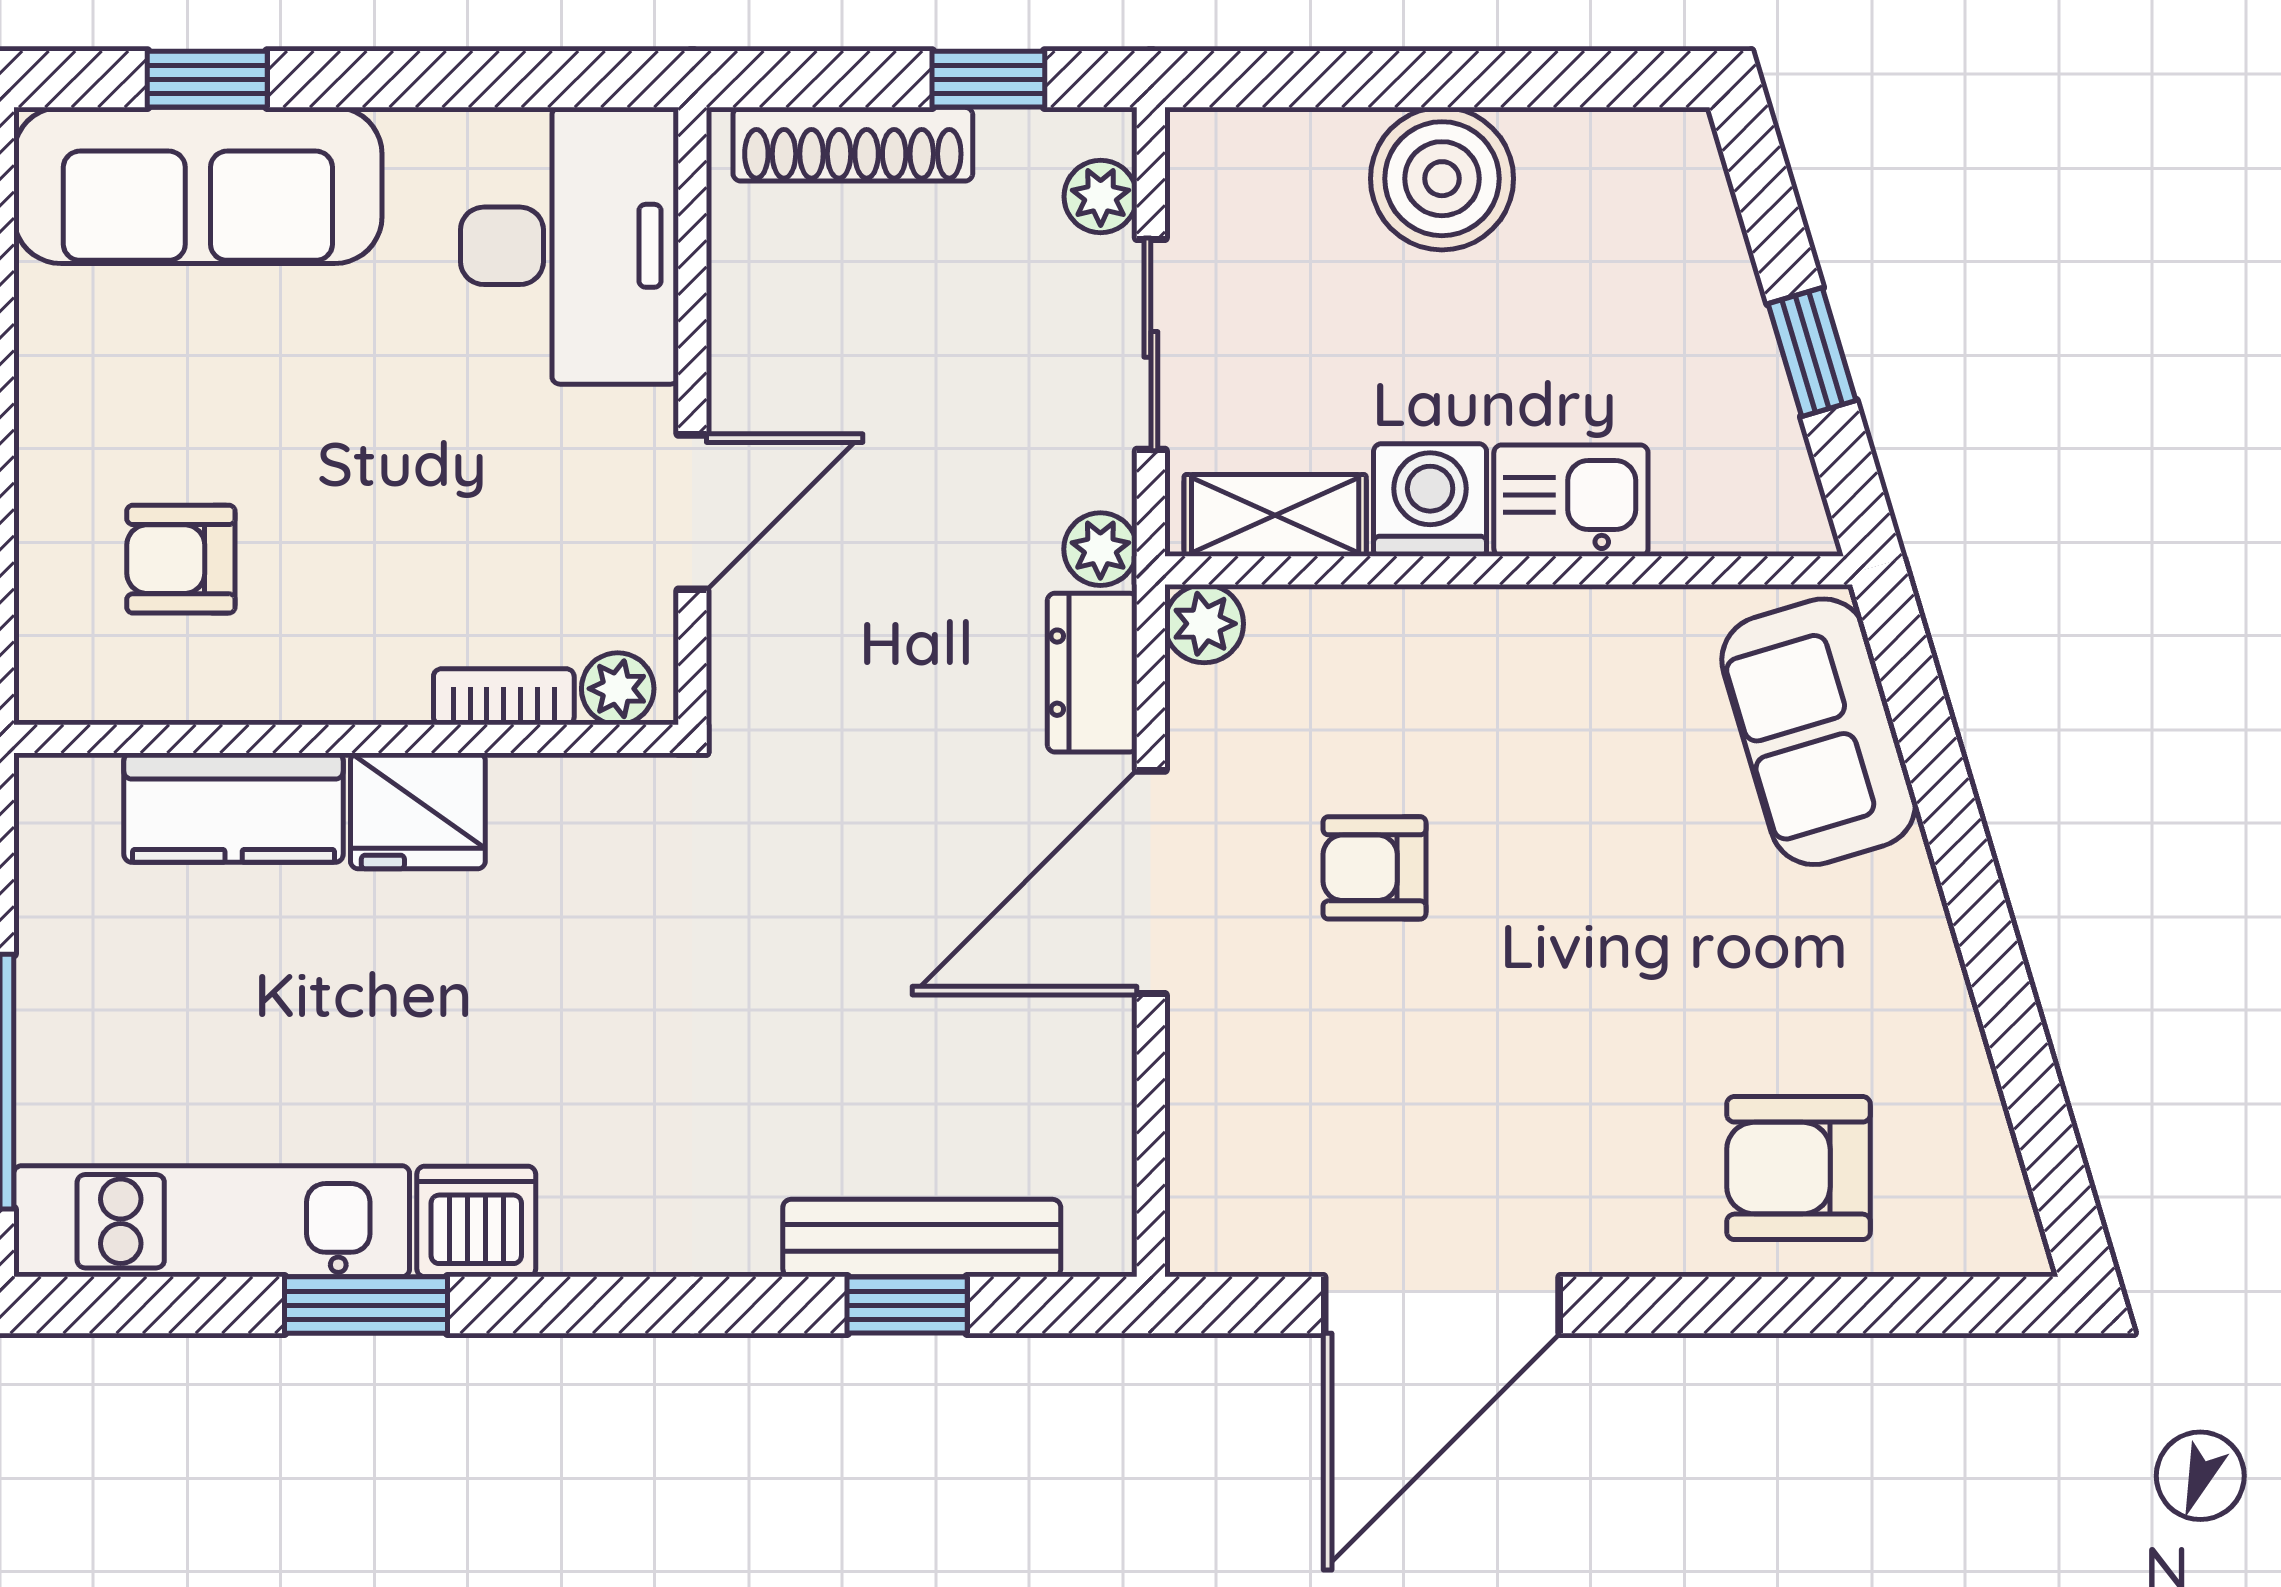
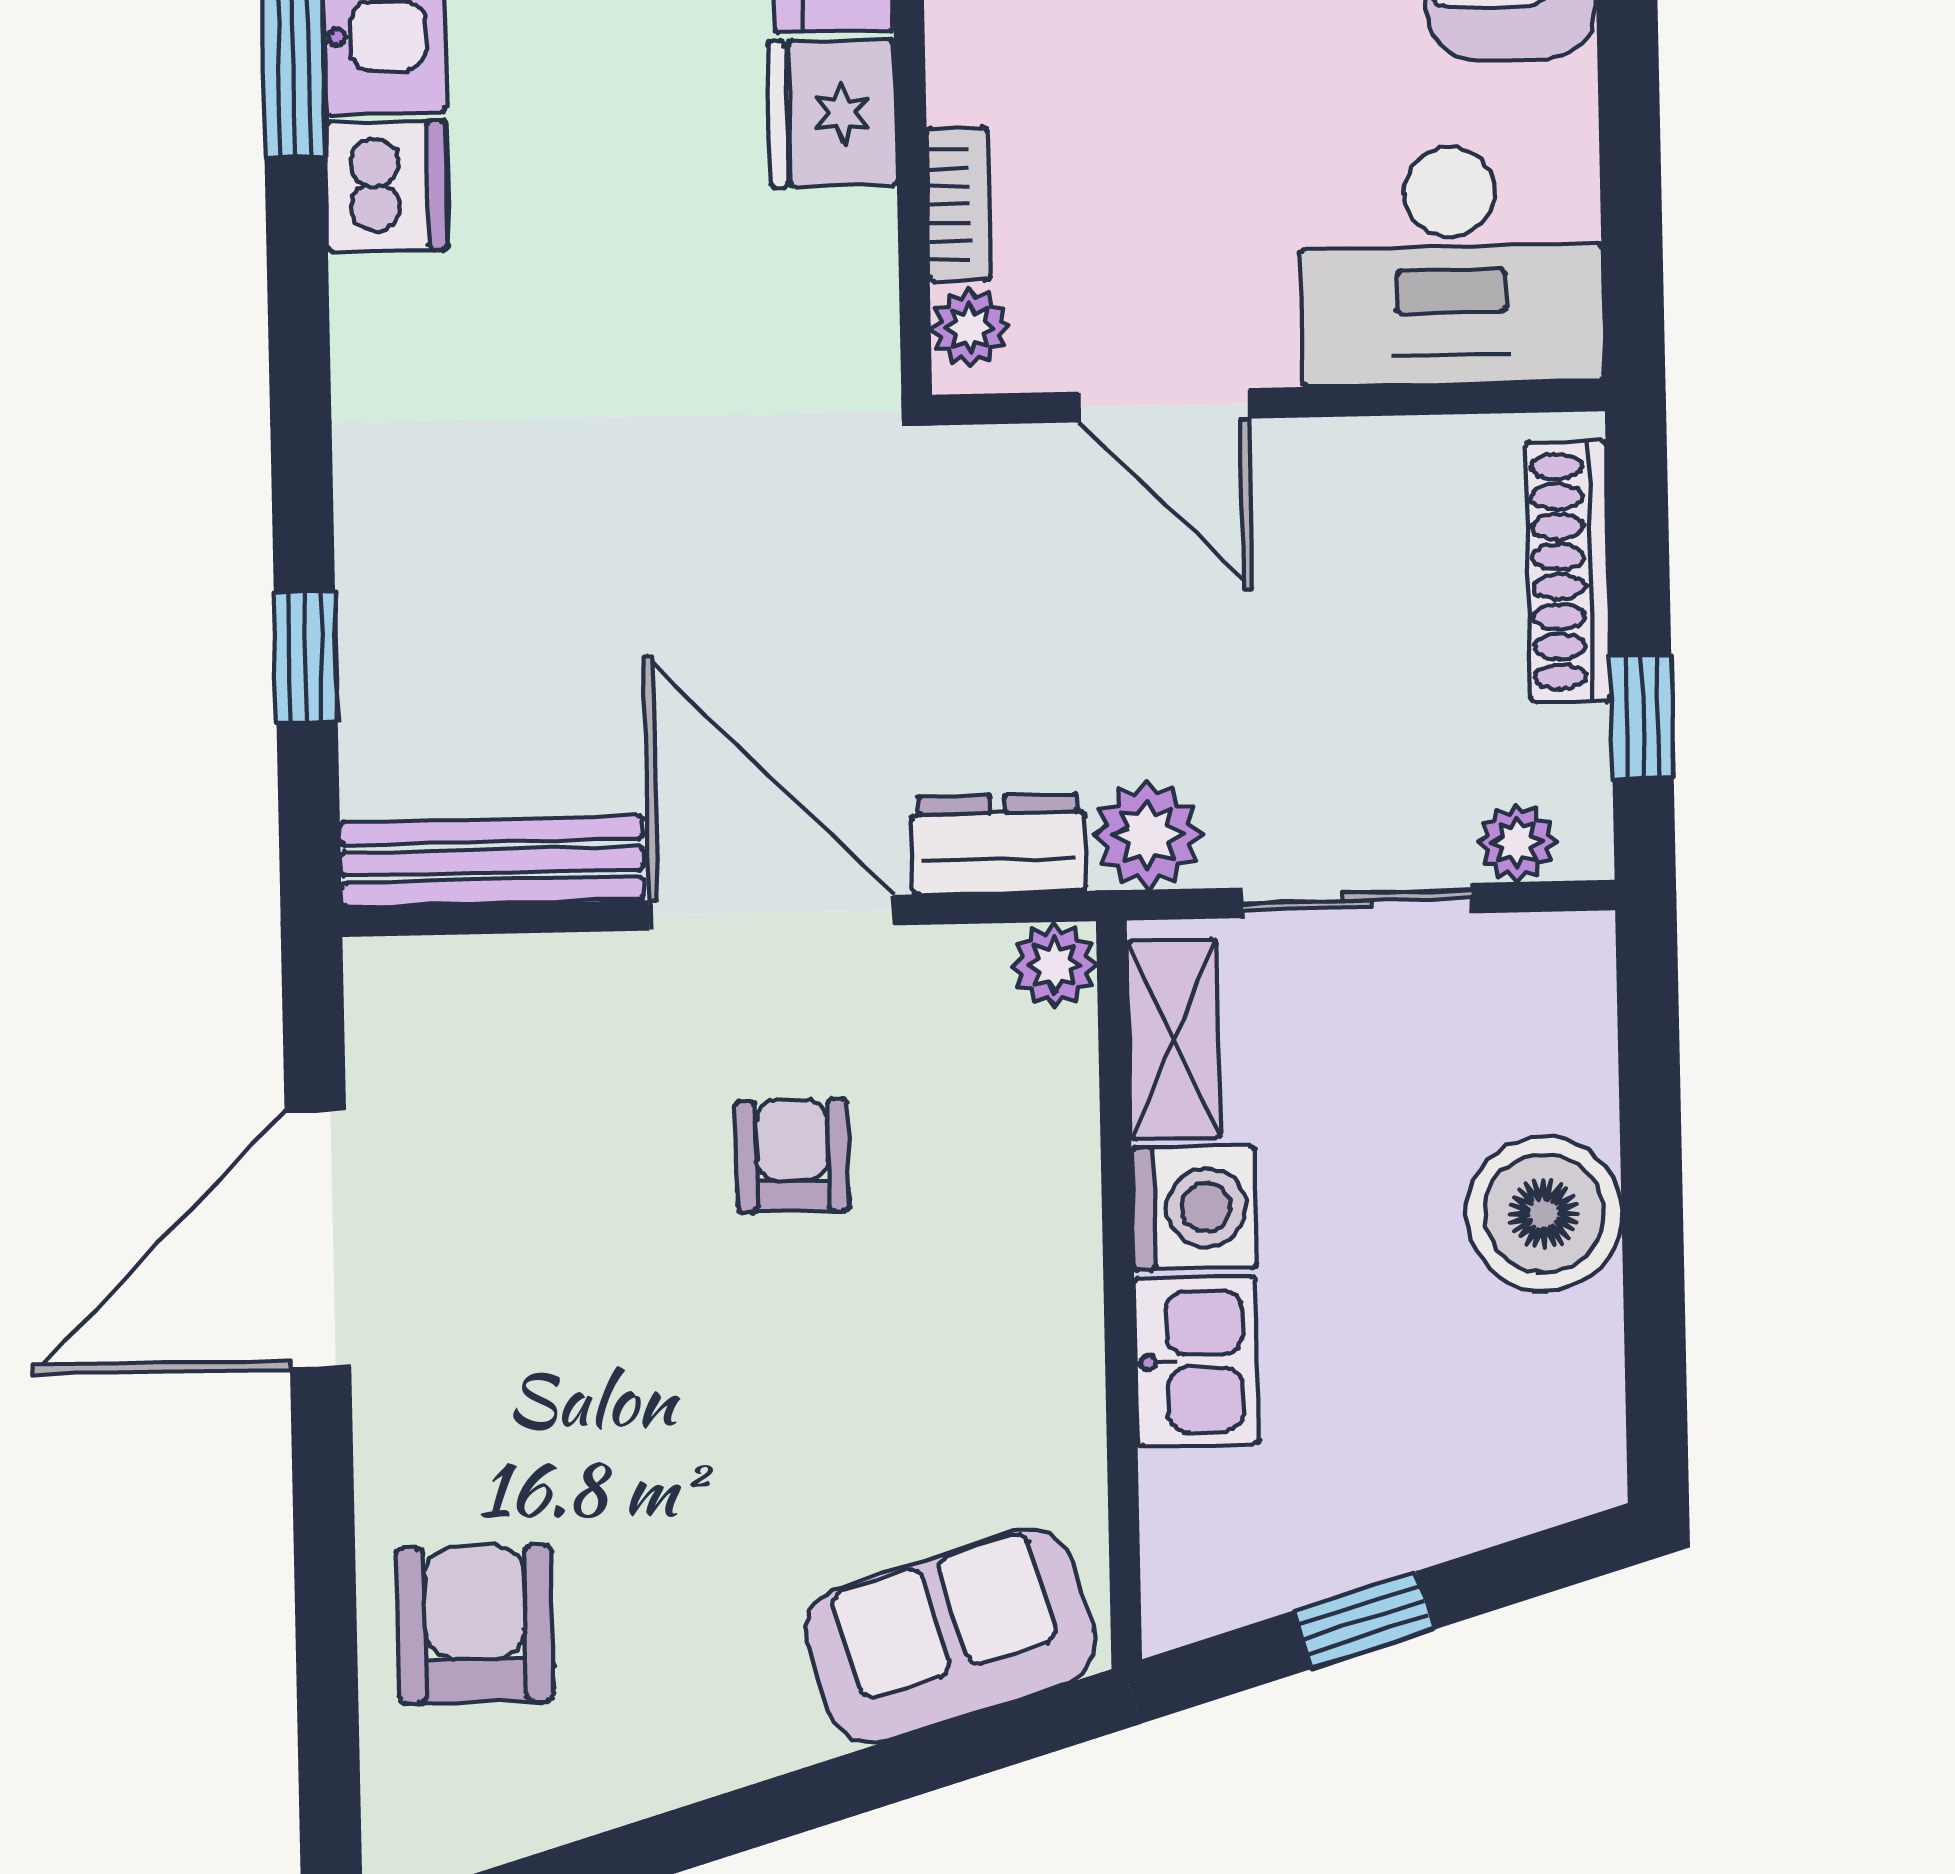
plant: (1100, 549) -> (1148, 835), width x1.38, depth x1.38
bench: (922, 1238) -> (492, 861), moved, turned 90
door: (1442, 1305) -> (318, 1239), hinge flipped

